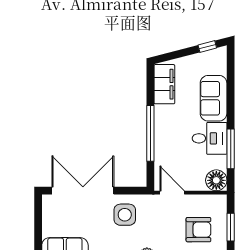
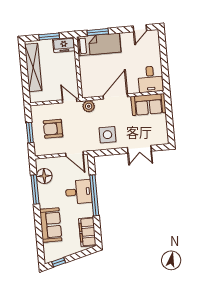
desk: (210, 138) -> (79, 192), moved, turned 180
floor lamp: (216, 180) -> (44, 176), moved
double door: (83, 191) -> (139, 149), width x0.54

